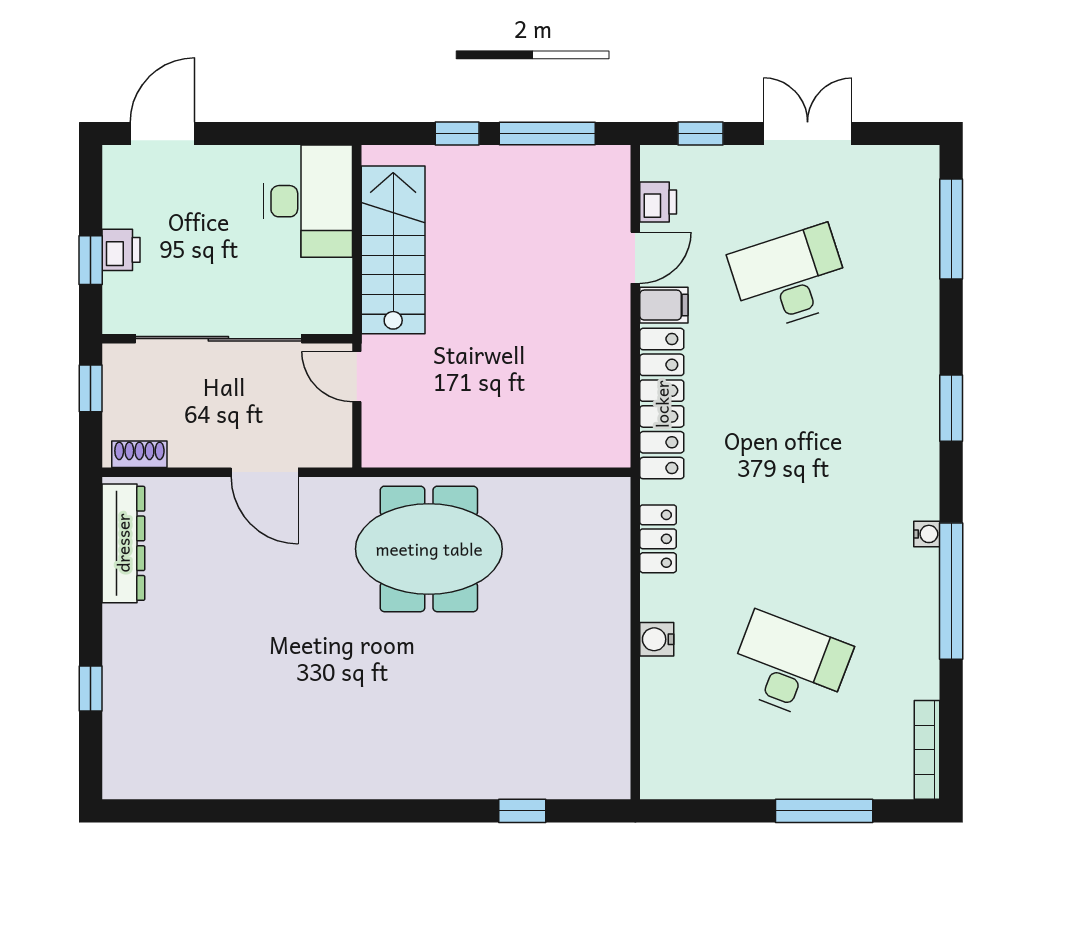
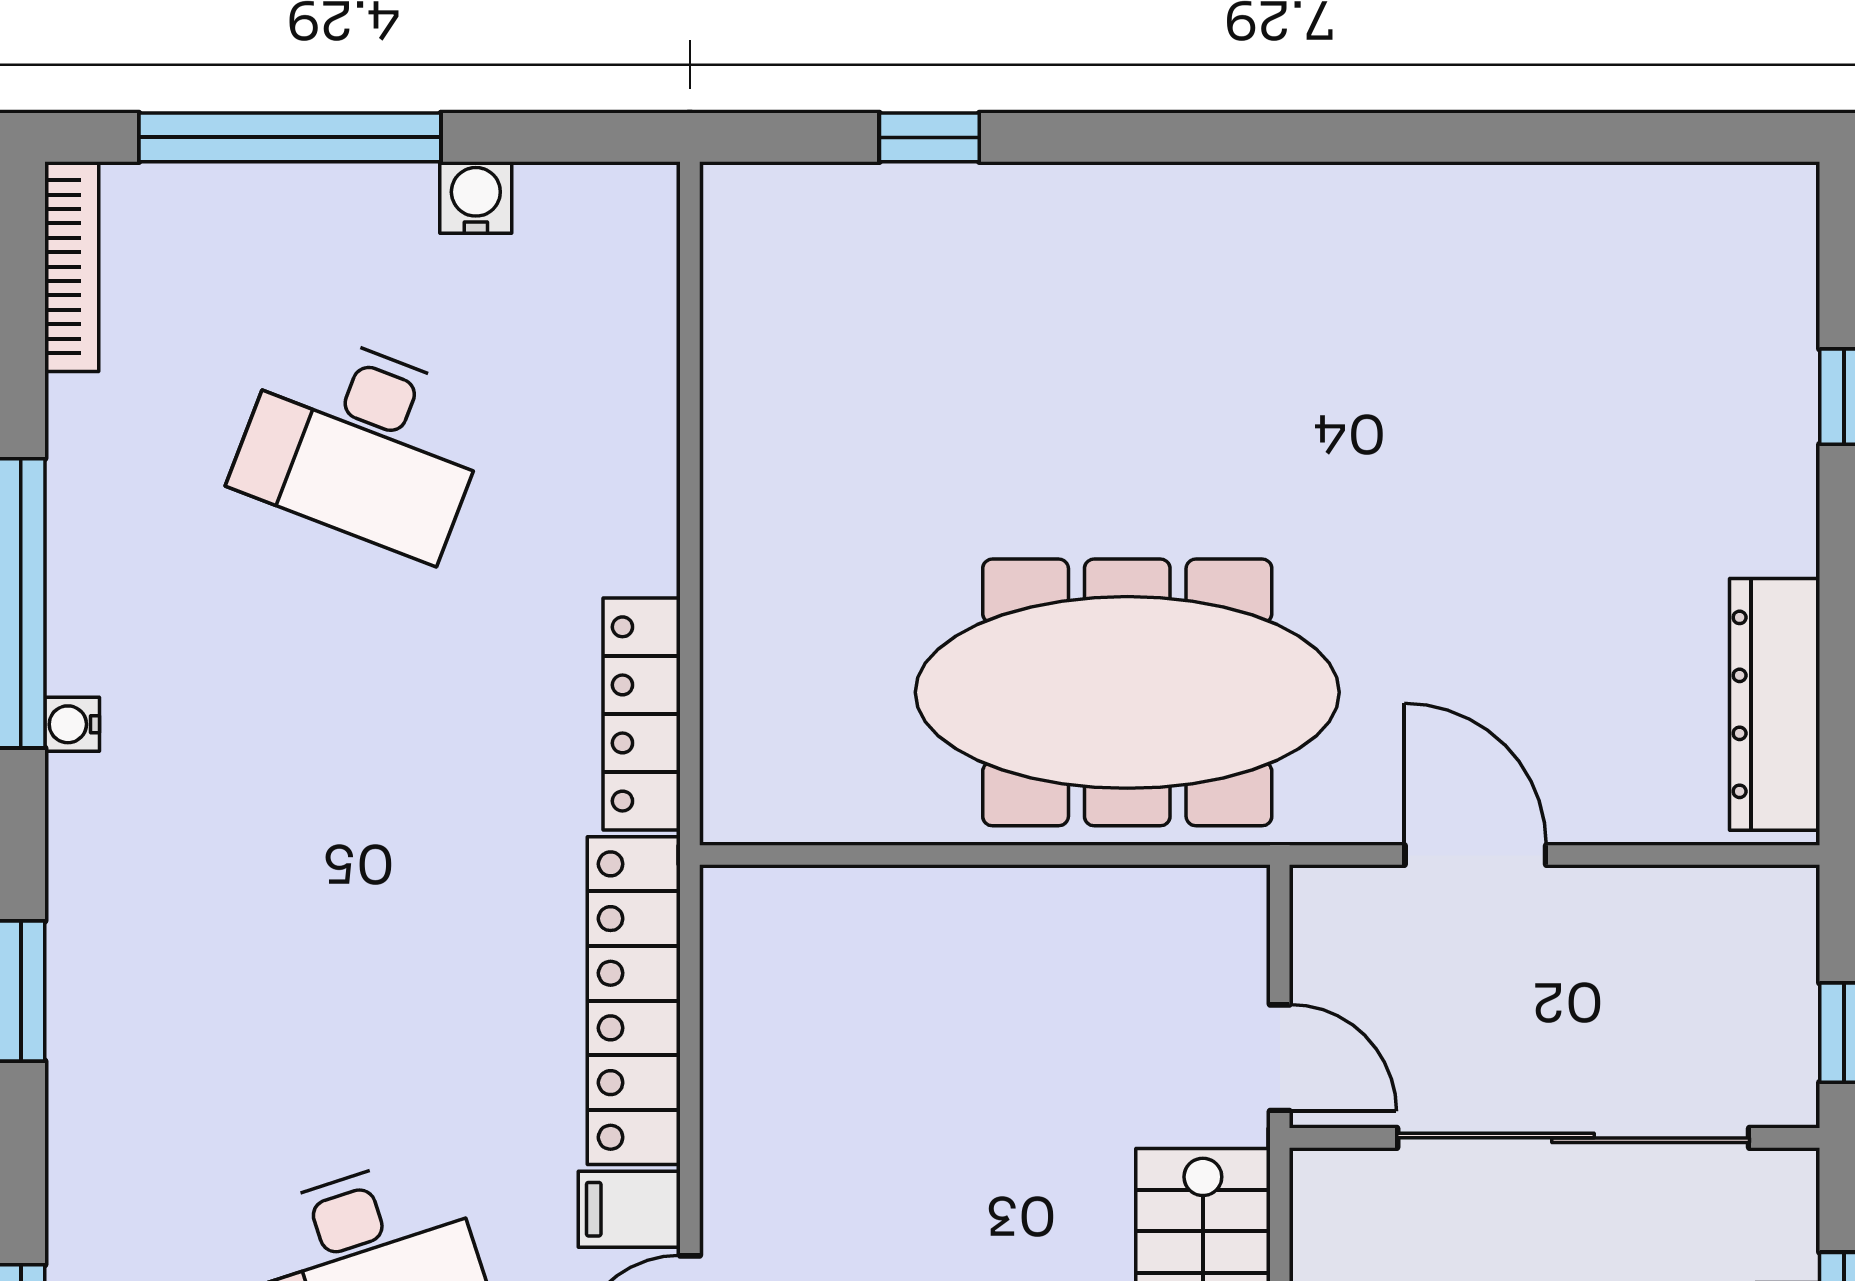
shoe rack: (139, 454) -> (1741, 893), removed
locker: (658, 539) -> (642, 714), width x1.53
meeting table: (429, 549) -> (1127, 692), width x1.36
water cooler: (657, 639) -> (476, 198), moved, turned -90
window: (824, 811) -> (290, 137), width x1.46

